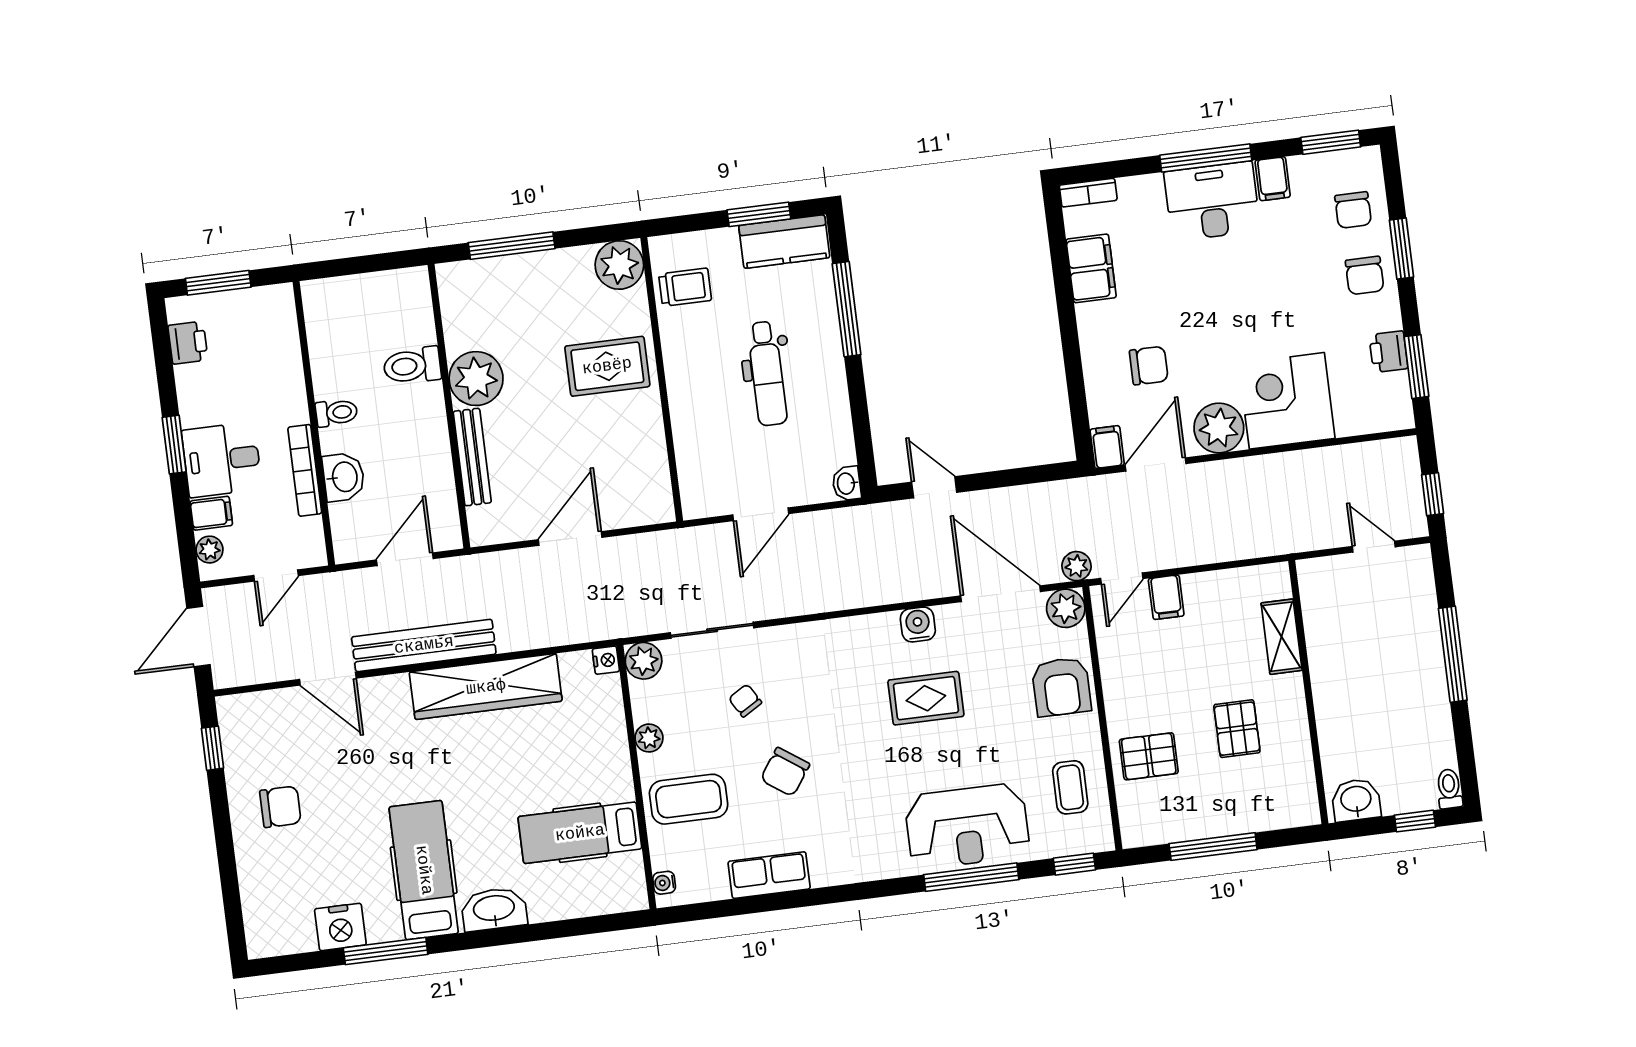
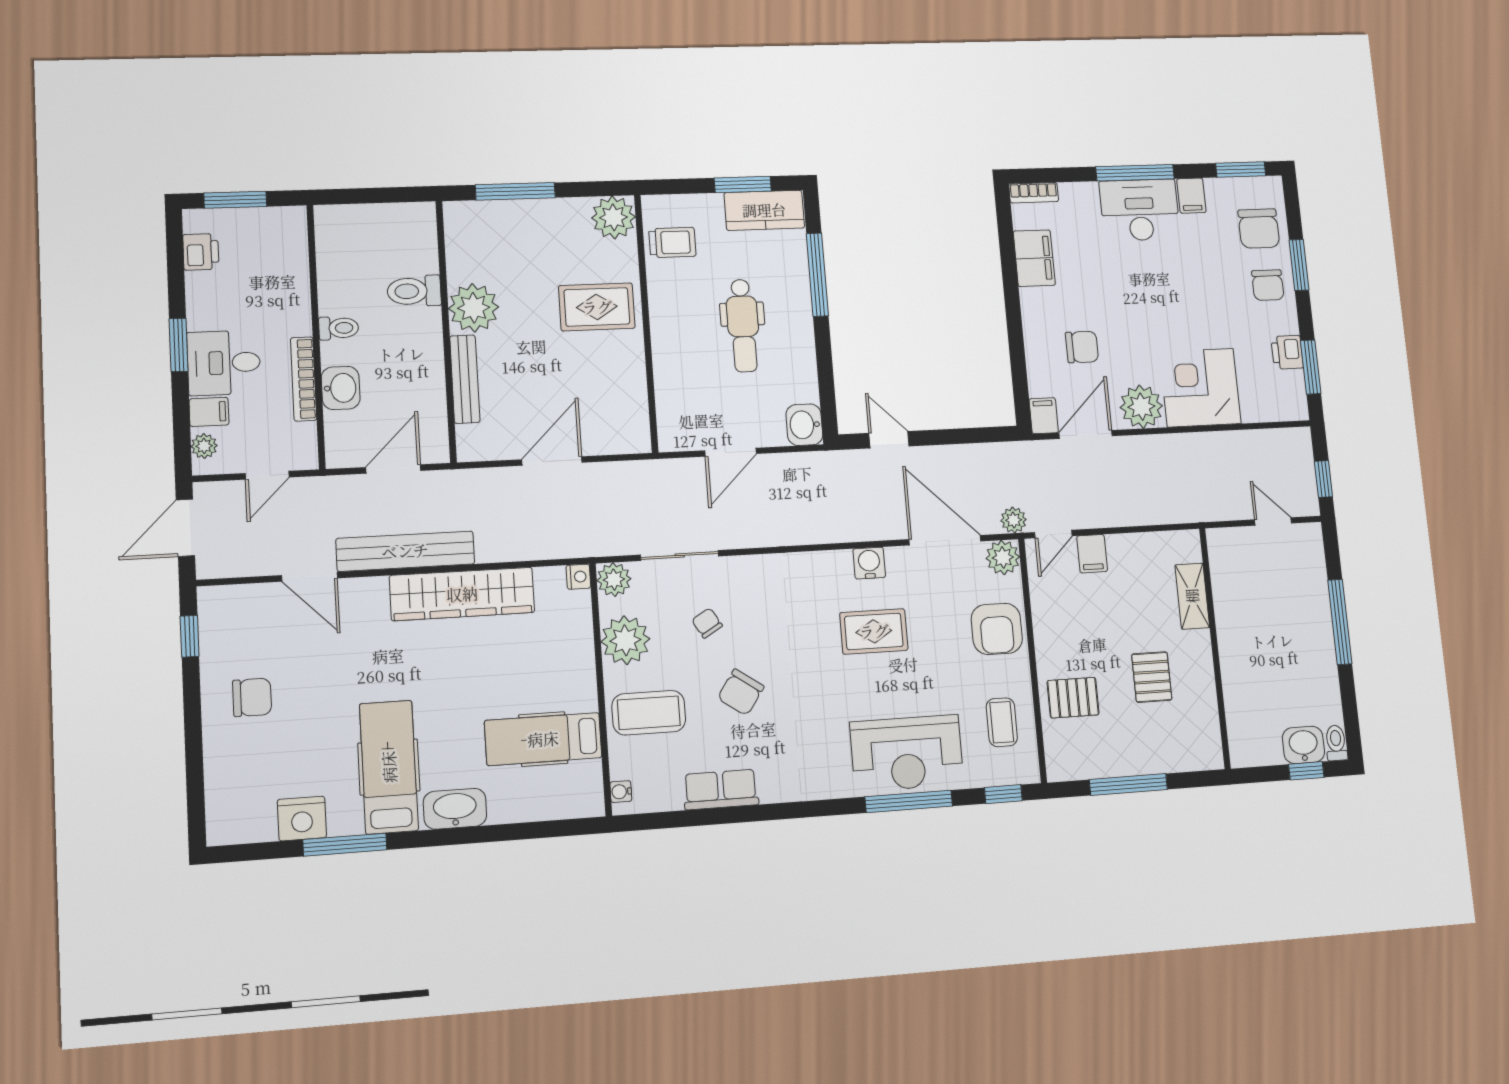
chair: (1353, 210) -> (1259, 229), width x1.37, depth x1.37
washbasin: (847, 483) -> (804, 425), width x1.38, depth x1.45
plant: (649, 738) -> (625, 640), width x1.87, depth x1.87
washbasin: (1356, 800) -> (1303, 745), moved

